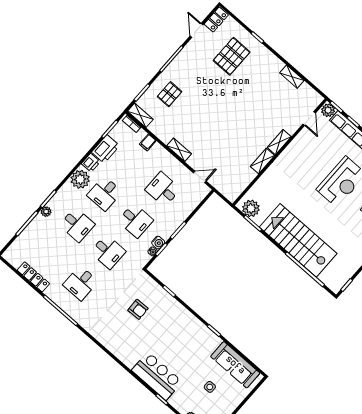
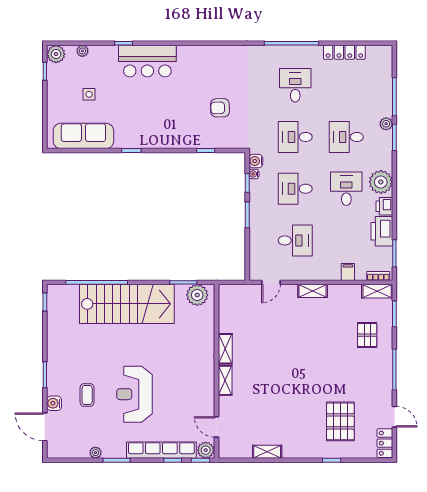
water cooler: (158, 243) -> (256, 161), moved

